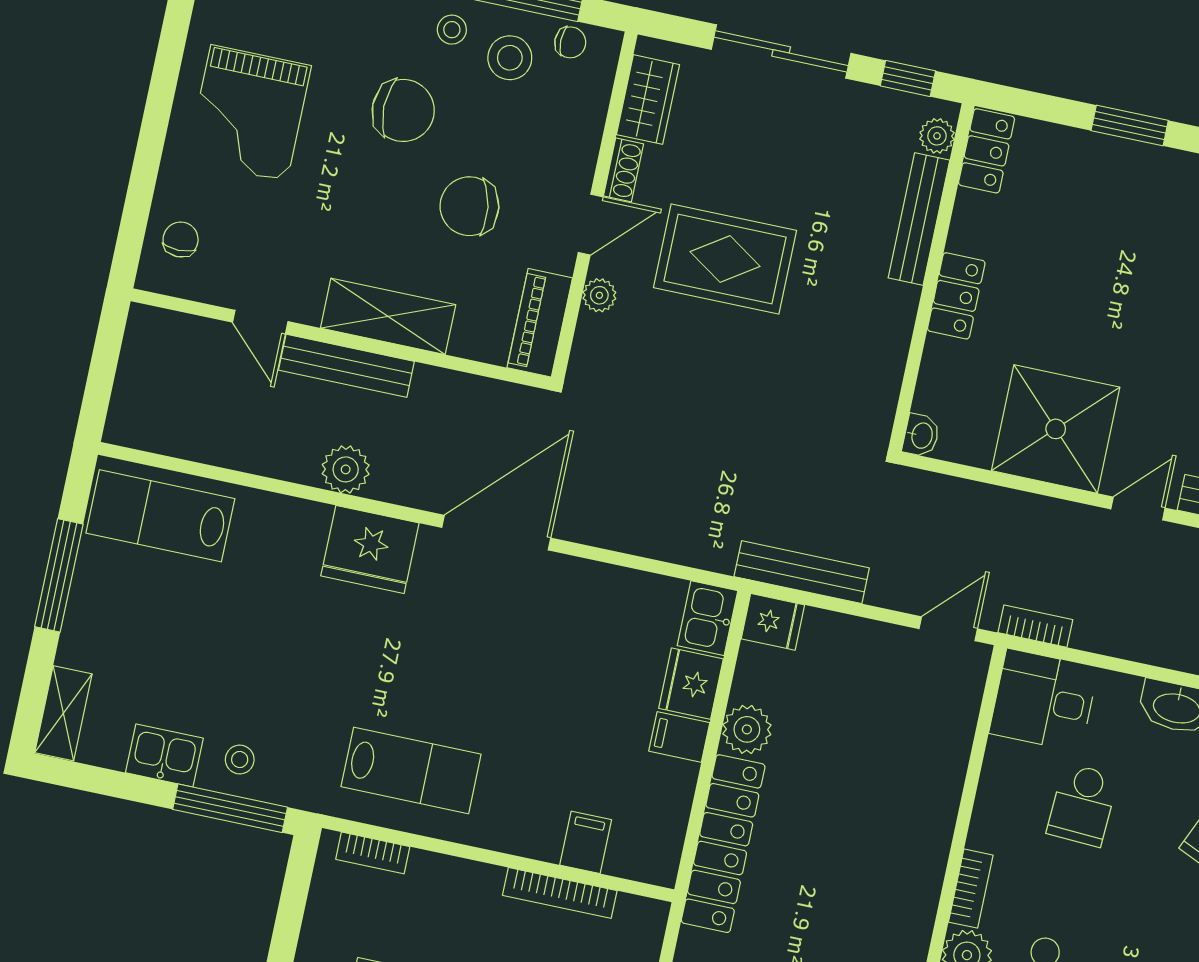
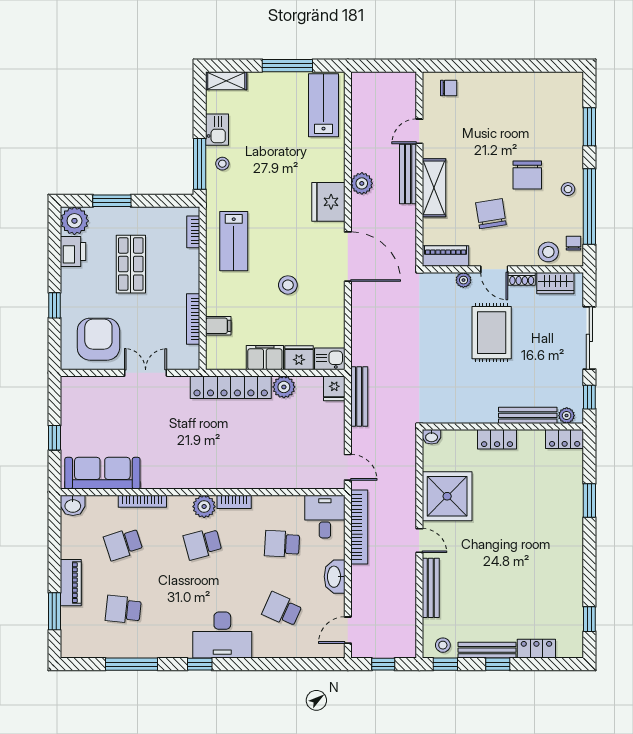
chair: (570, 42) -> (574, 243), turned 180
stool: (510, 58) -> (548, 252), moved
grand piano: (249, 113) -> (511, 106), removed
bookcase: (1035, 626) -> (359, 527), width x2.31, depth x1.31
stool: (530, 674) -> (288, 285), added
filing cabinet: (679, 737) -> (265, 358), width x2.00

